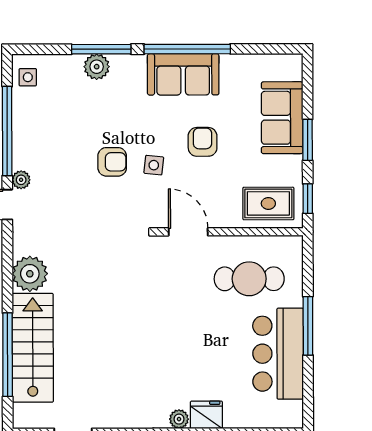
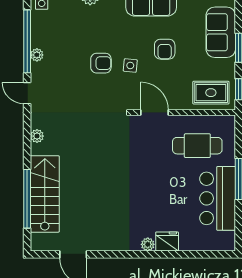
armchair: (203, 142) -> (165, 49), turned 180
plant: (21, 180) -> (37, 55), moved
plant: (30, 274) -> (37, 136), width x0.53, depth x0.53

